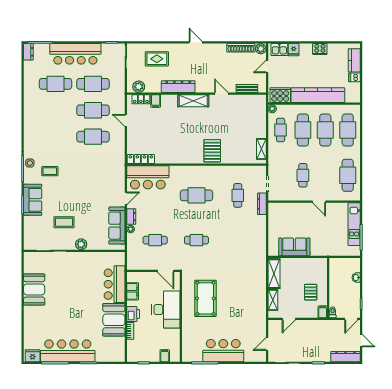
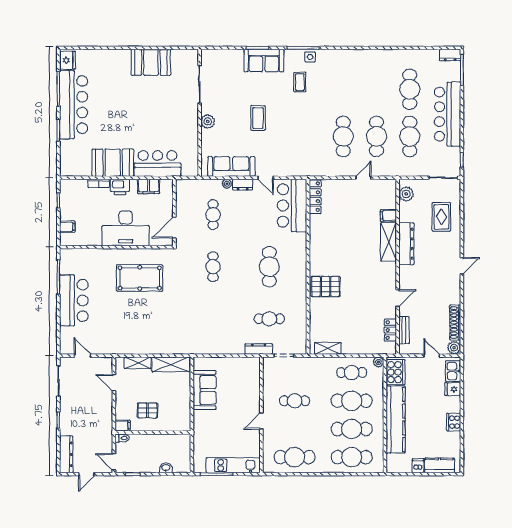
locker: (141, 99) -> (390, 330), moved
shelving: (193, 101) -> (389, 242), moved
coffee table: (64, 222) -> (258, 118), moved

